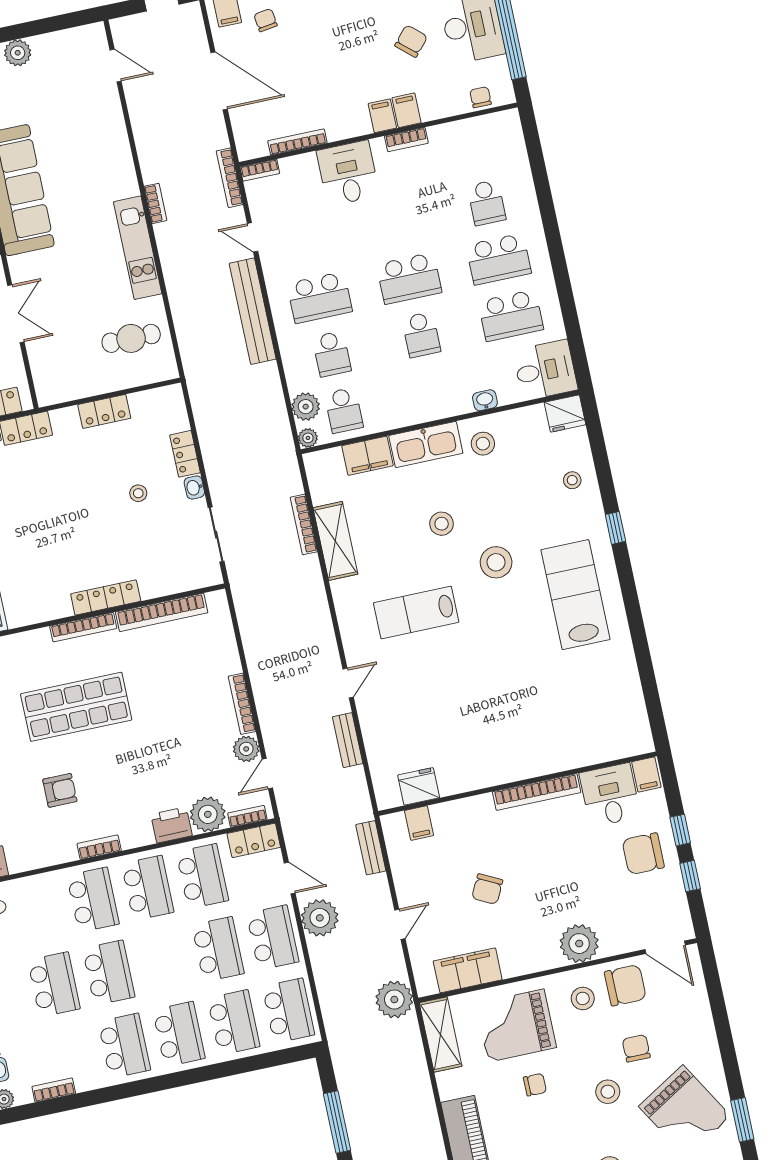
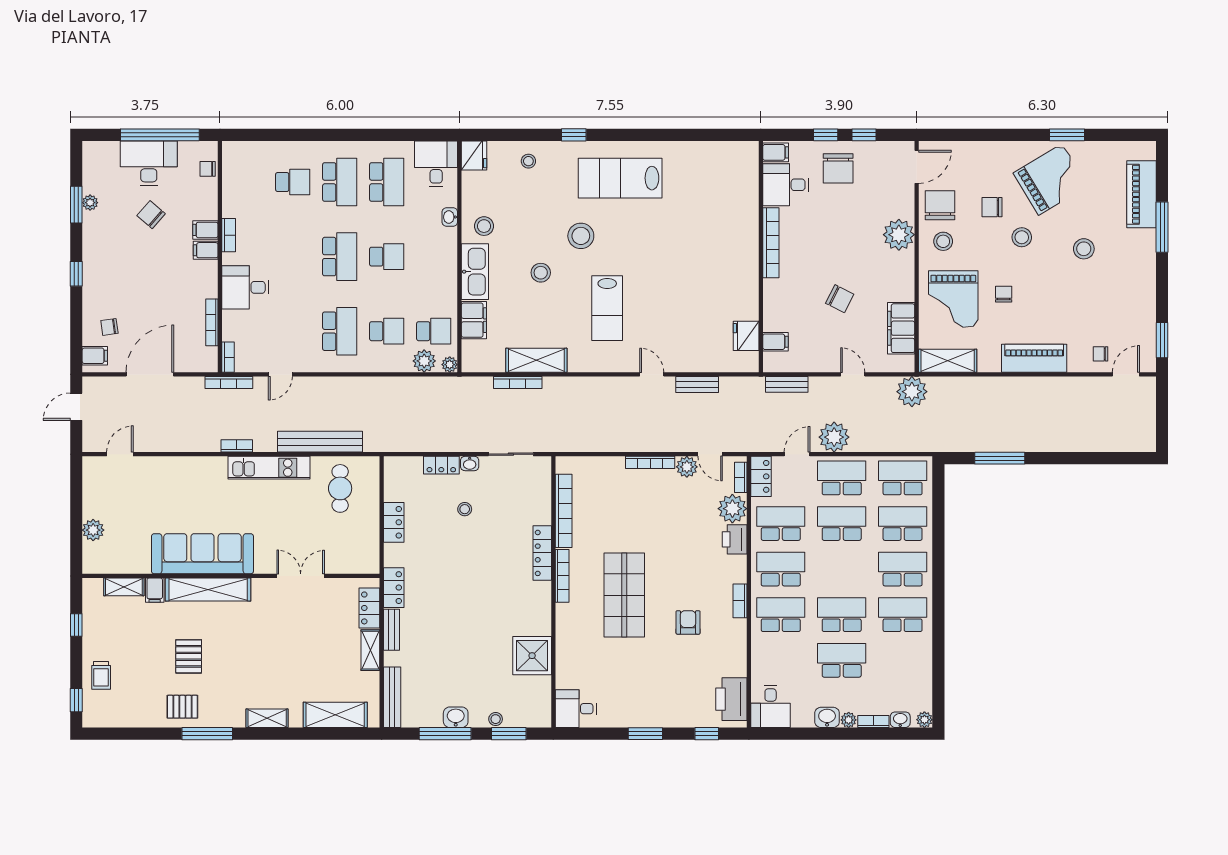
bench: (253, 311) -> (320, 442), moved
bookcase: (54, 1090) -> (926, 678), removed

